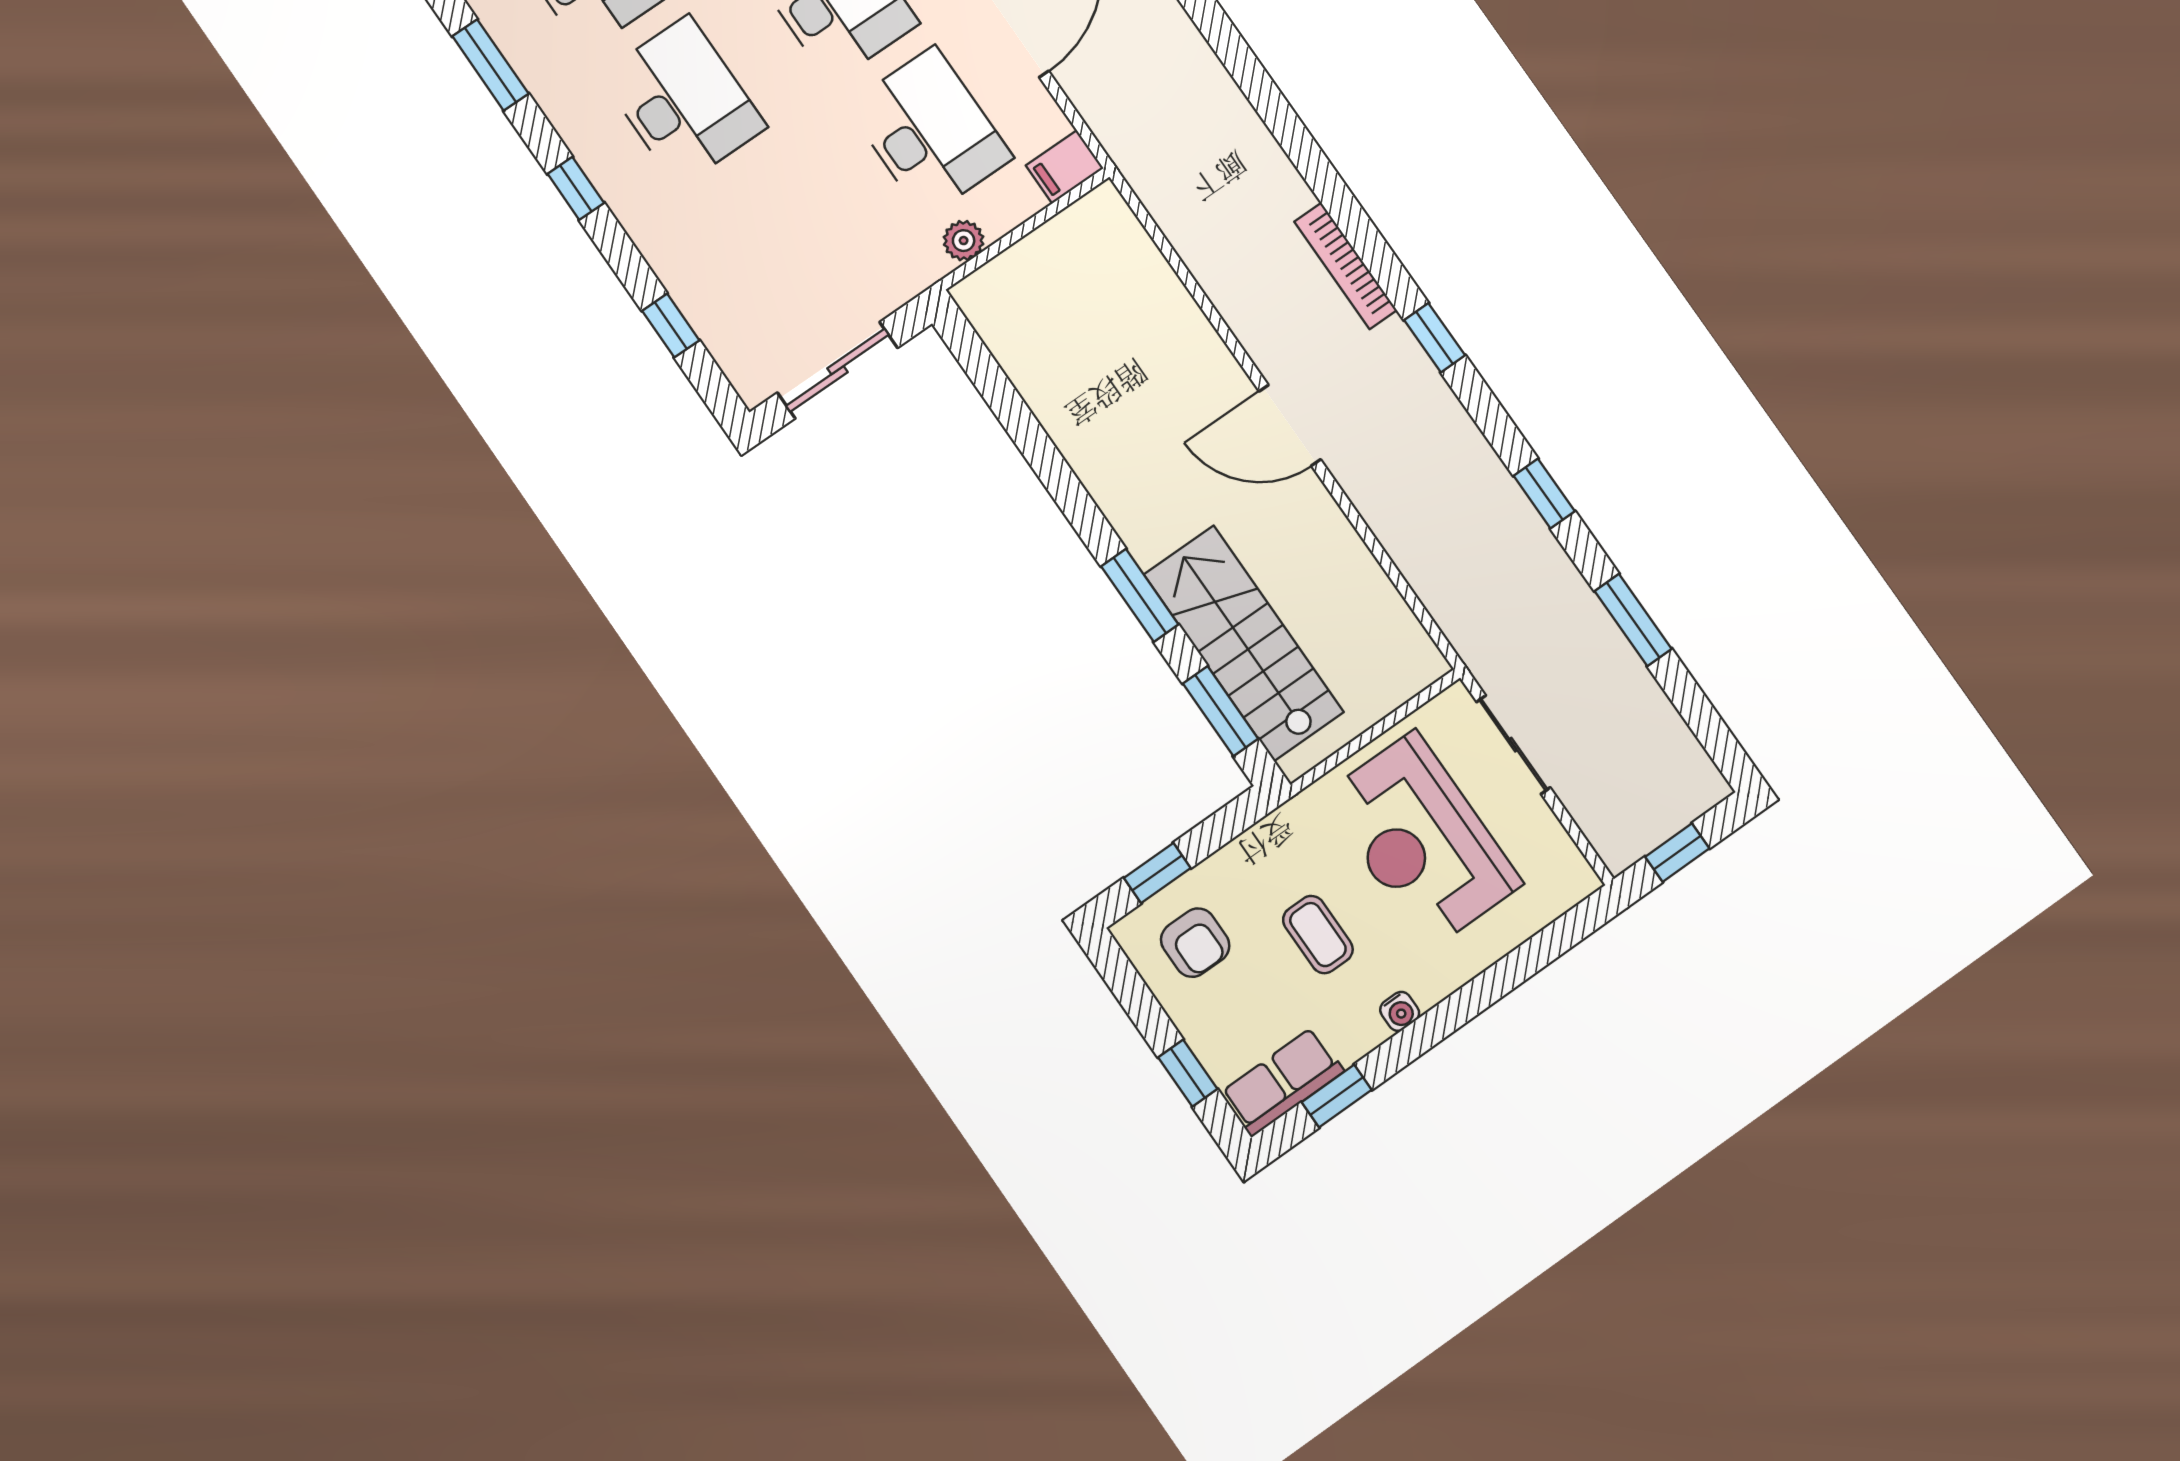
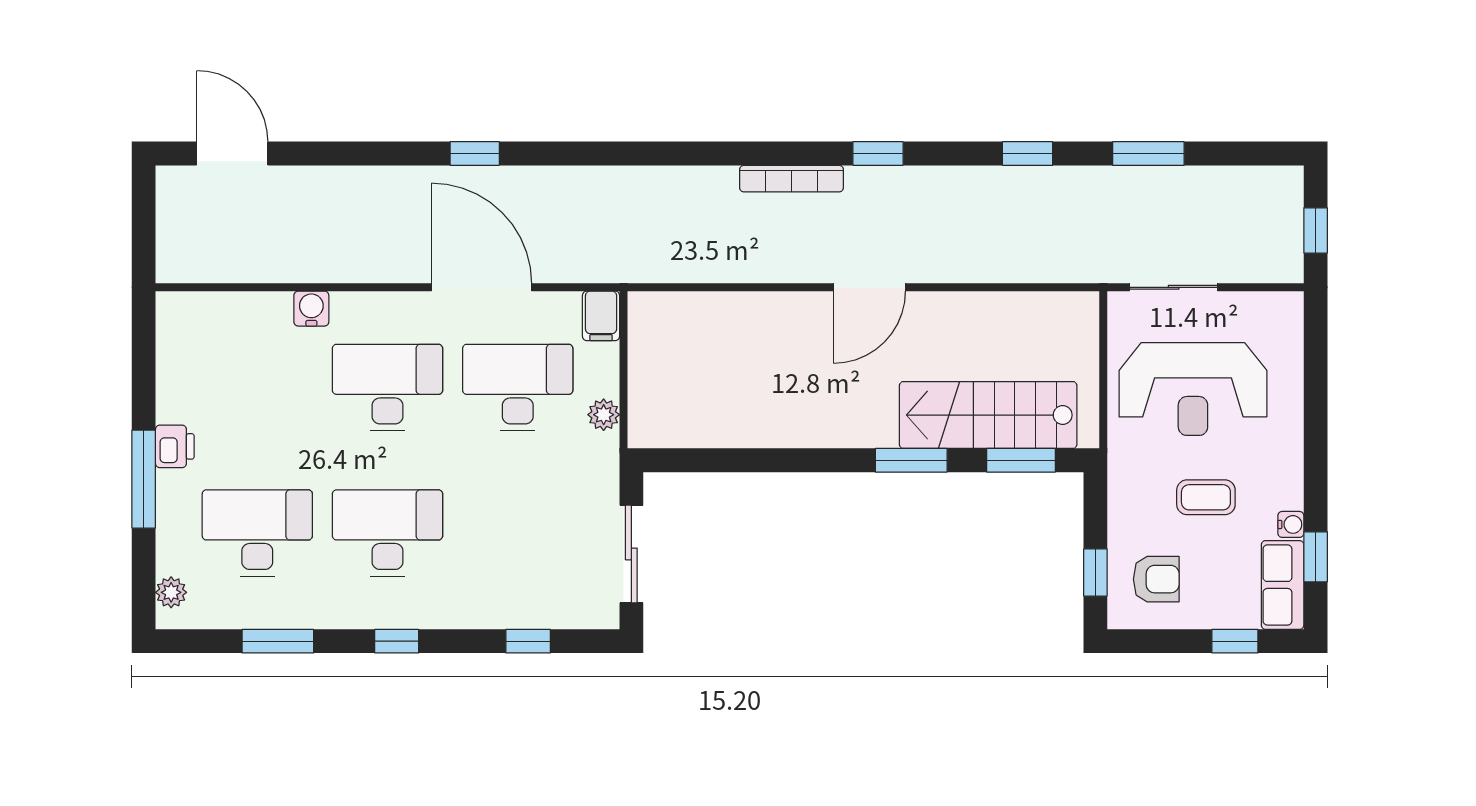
water cooler: (1400, 1011) -> (1291, 524), moved

